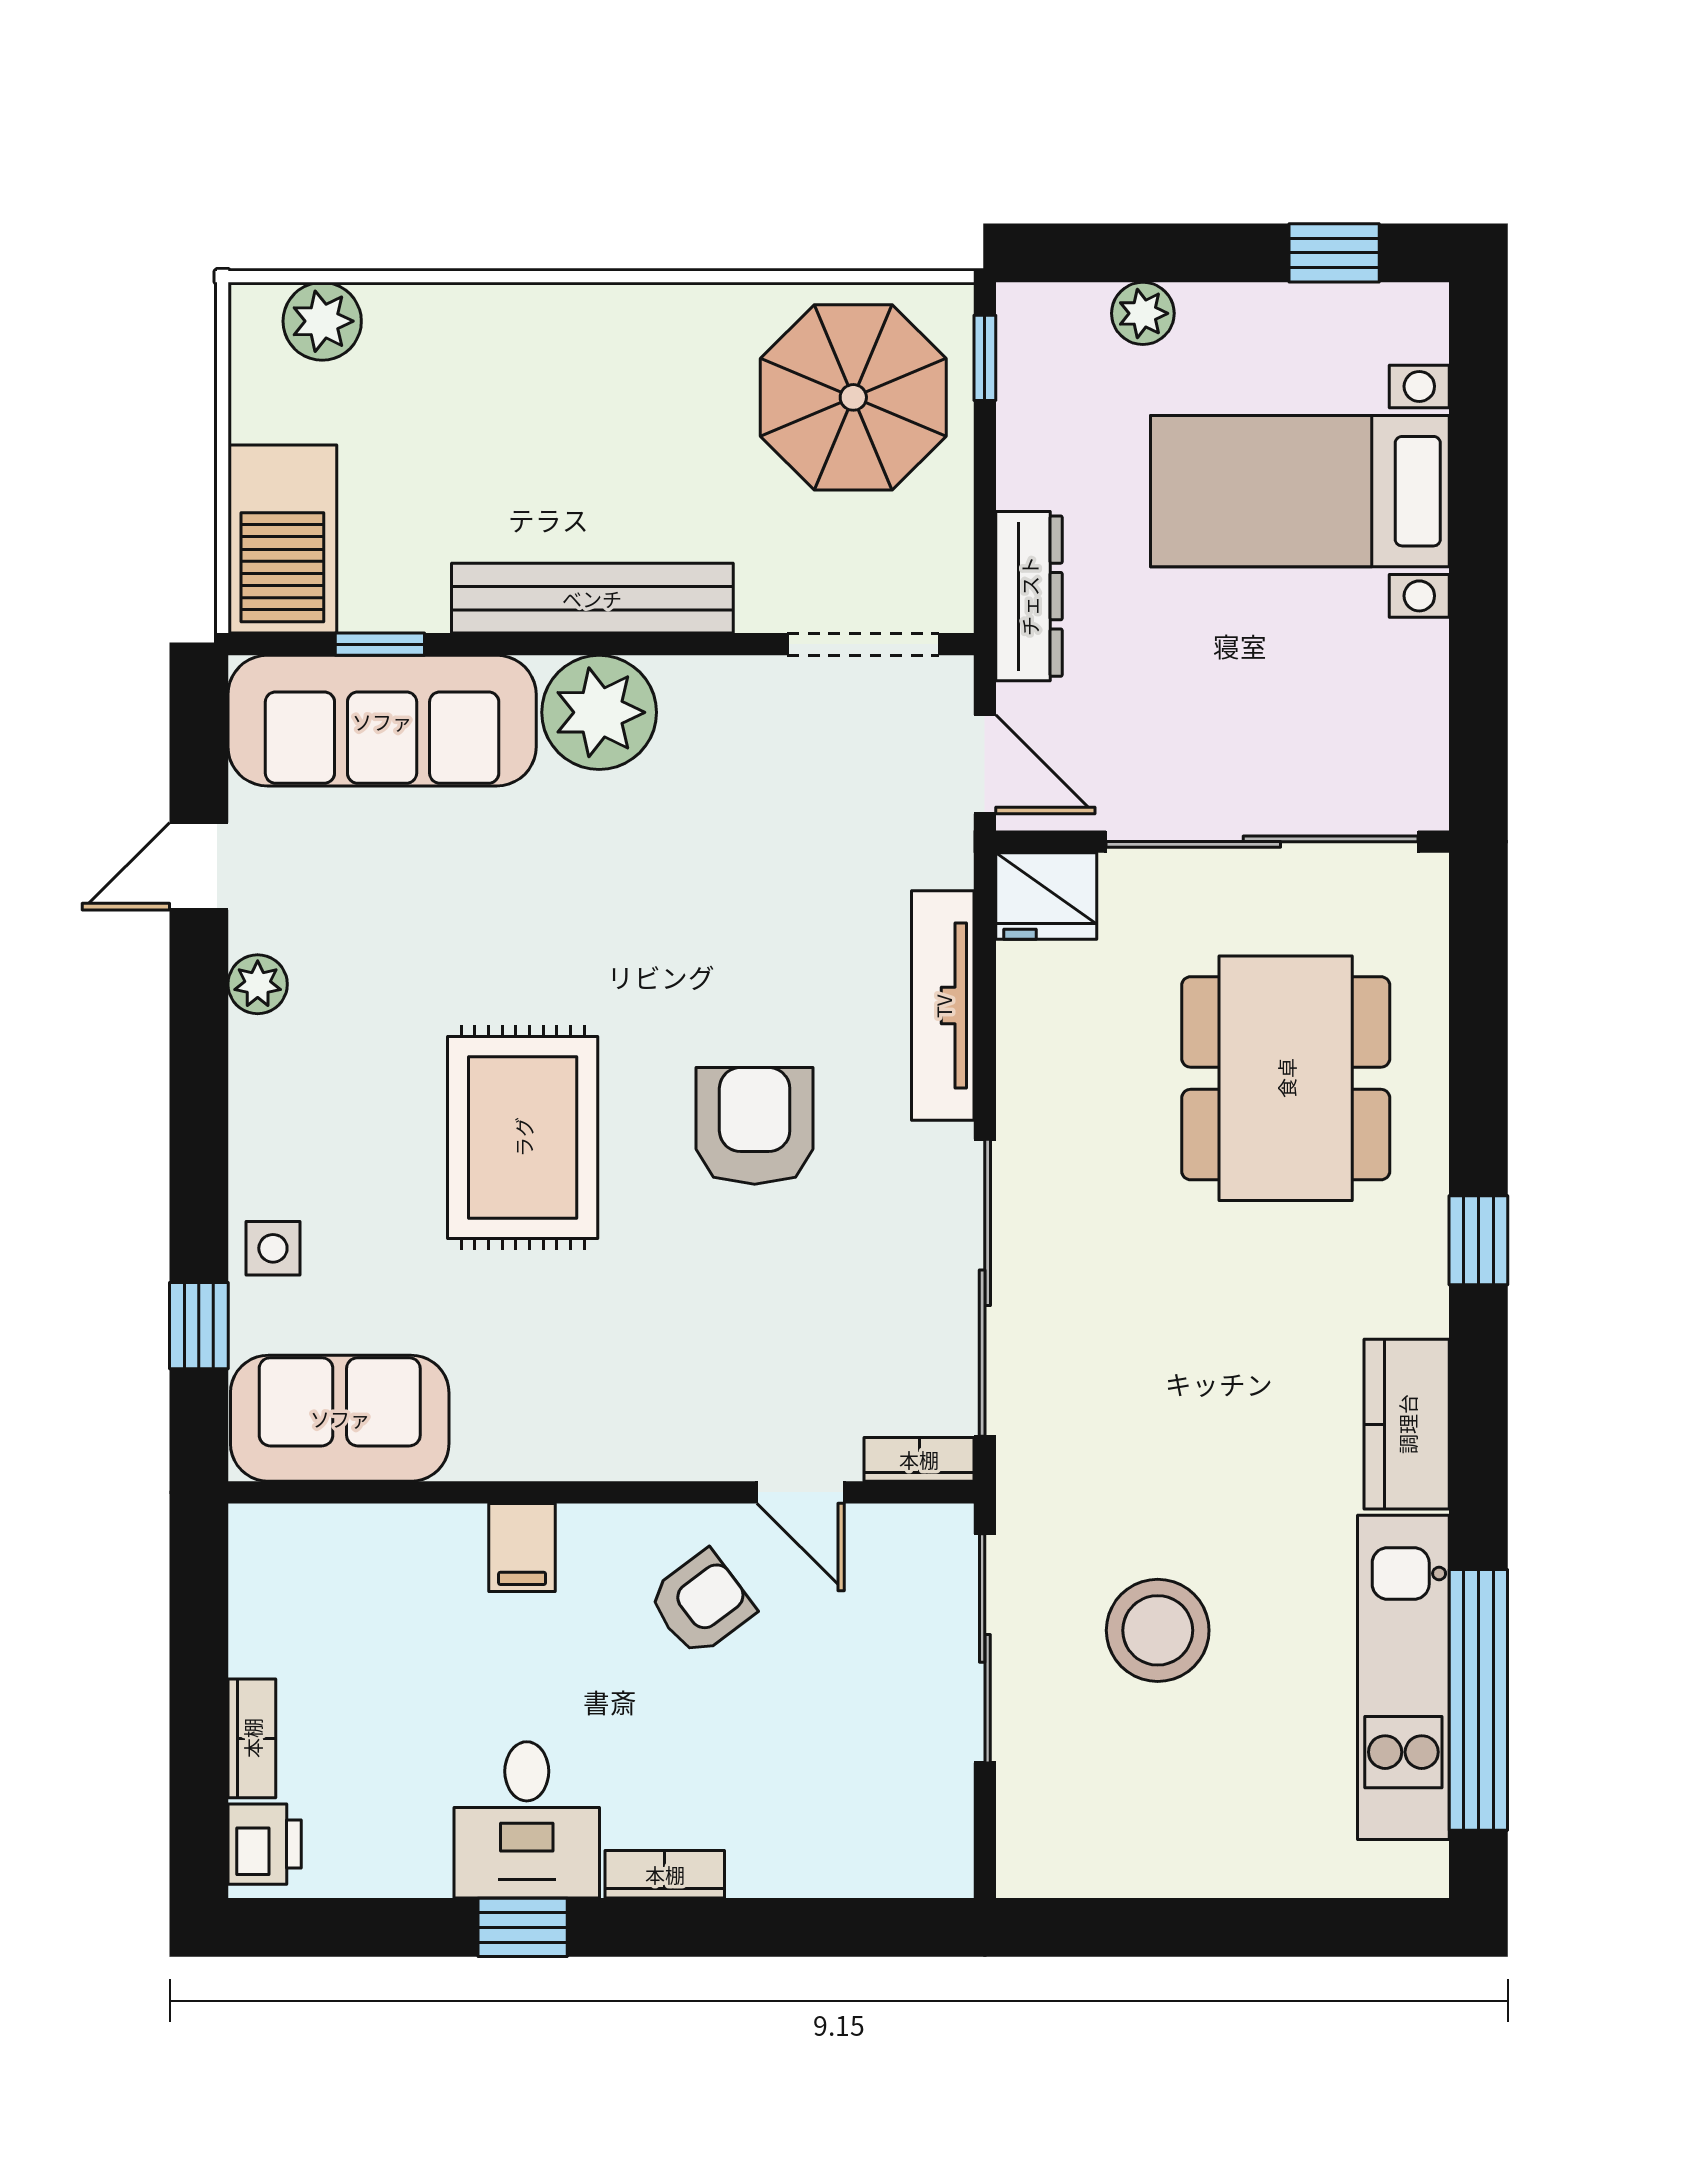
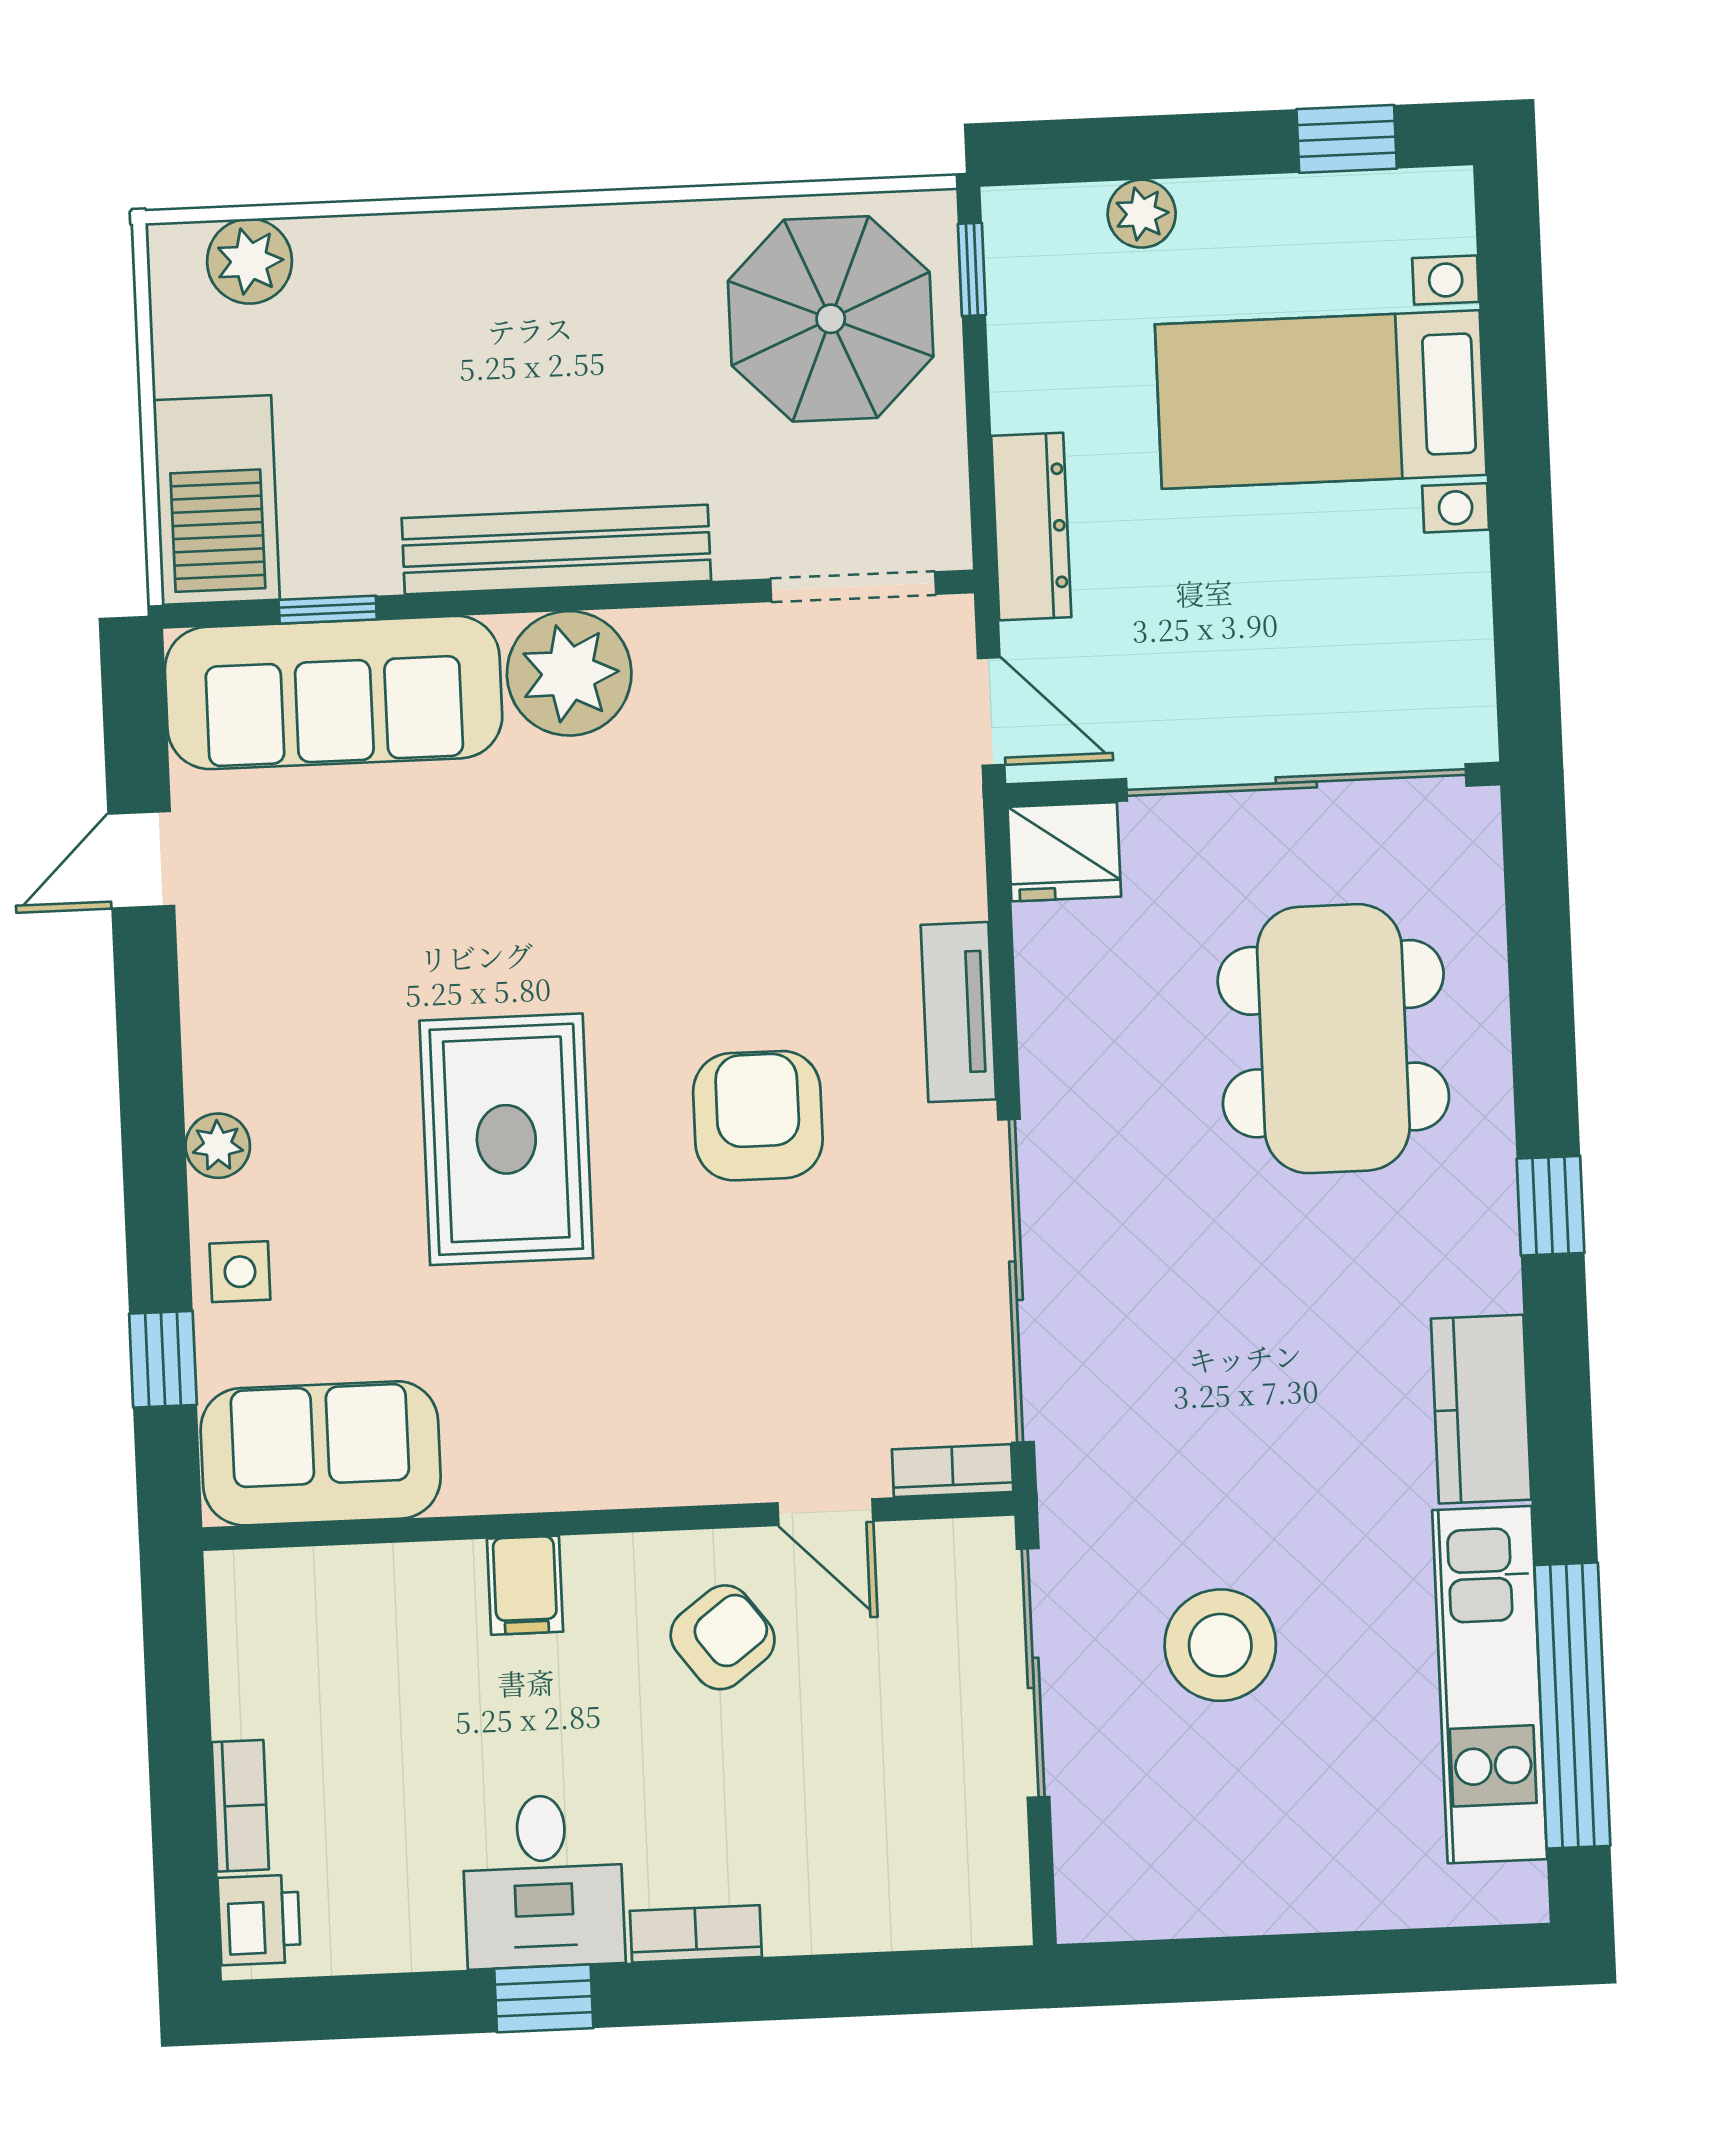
plant: (258, 984) -> (218, 1146), moved
tv unit: (943, 1006) -> (958, 1012), width x0.71

